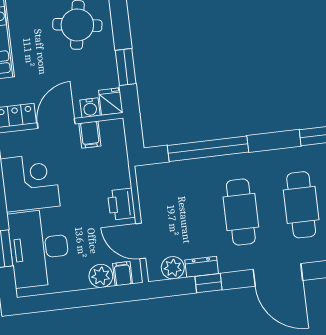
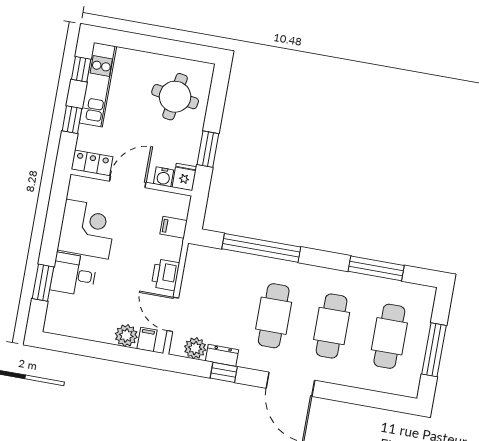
filing cabinet: (90, 135) -> (174, 227), moved, turned 90
desk: (39, 248) -> (74, 275), width x0.53, depth x0.77

